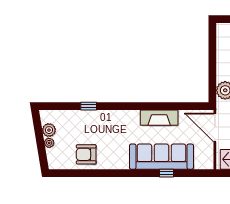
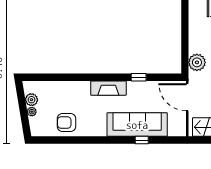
window: (89, 106) -> (139, 77), moved
fireplace: (159, 118) -> (108, 88), moved

